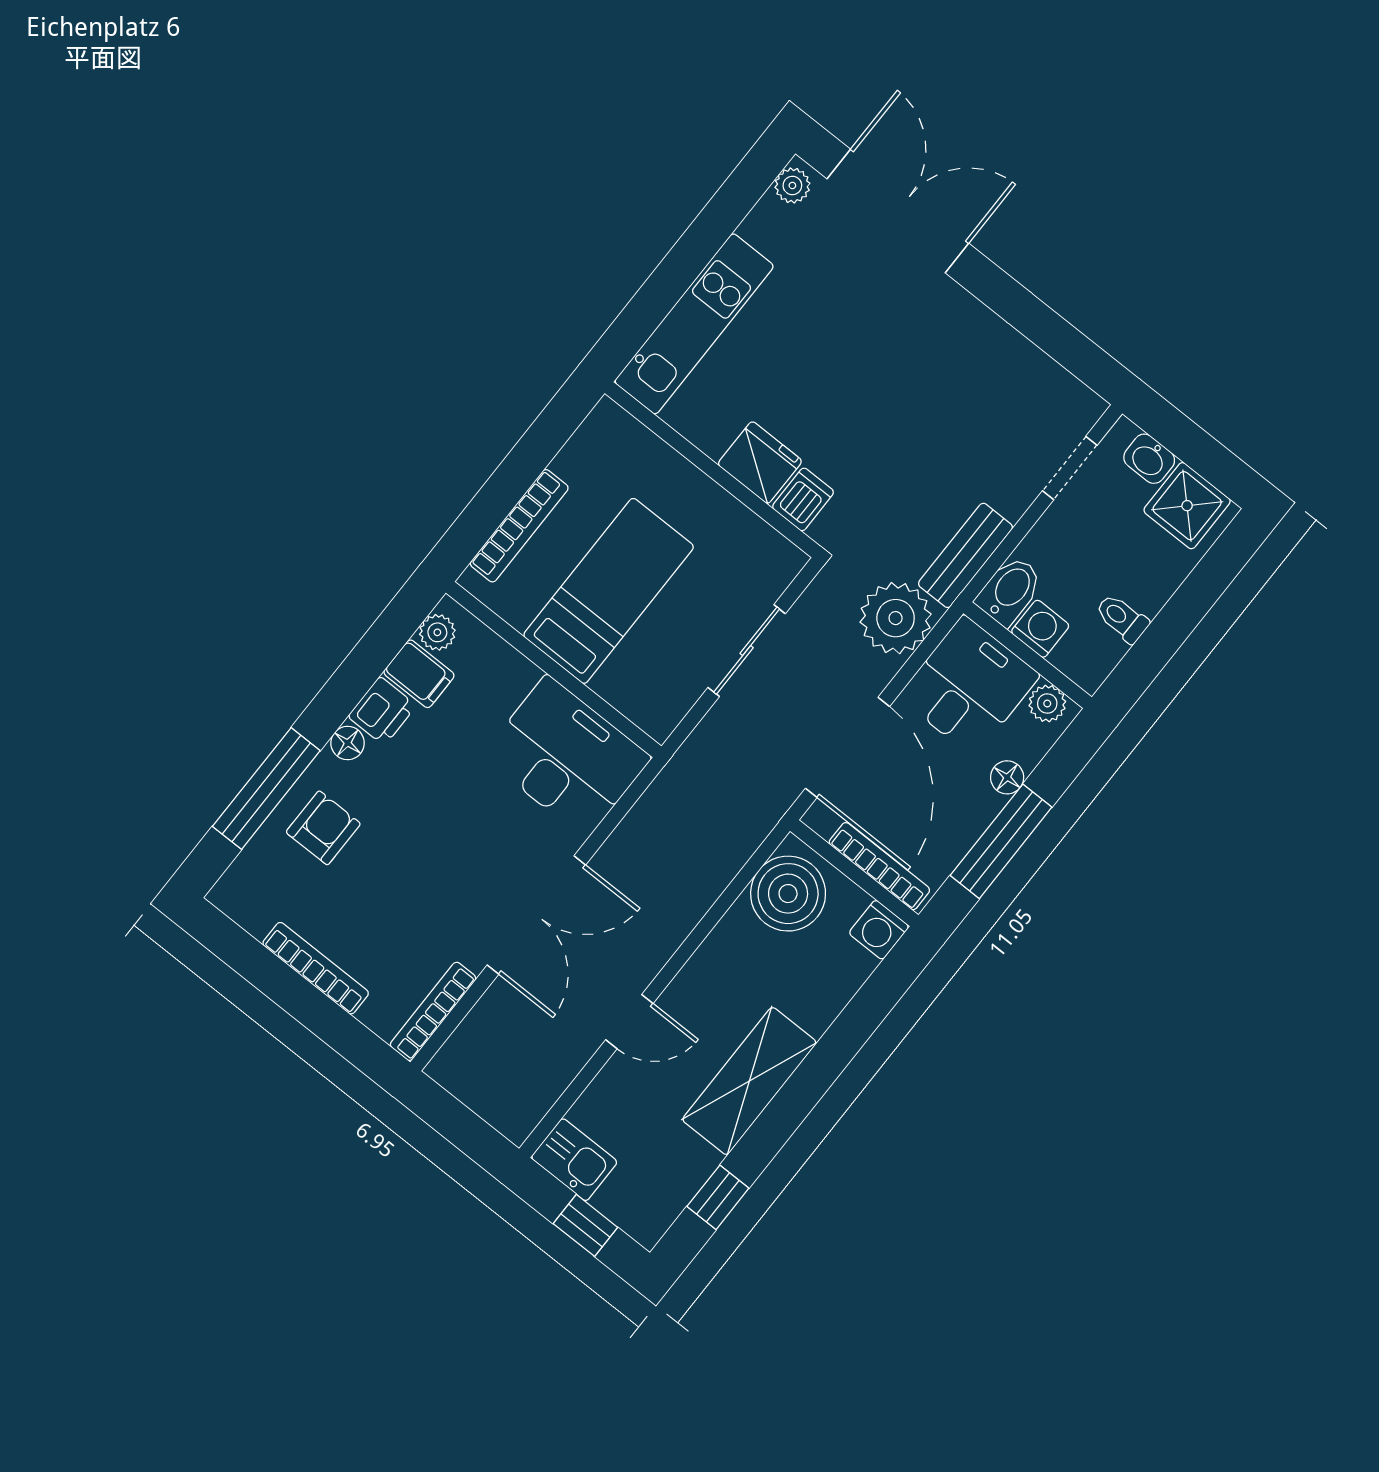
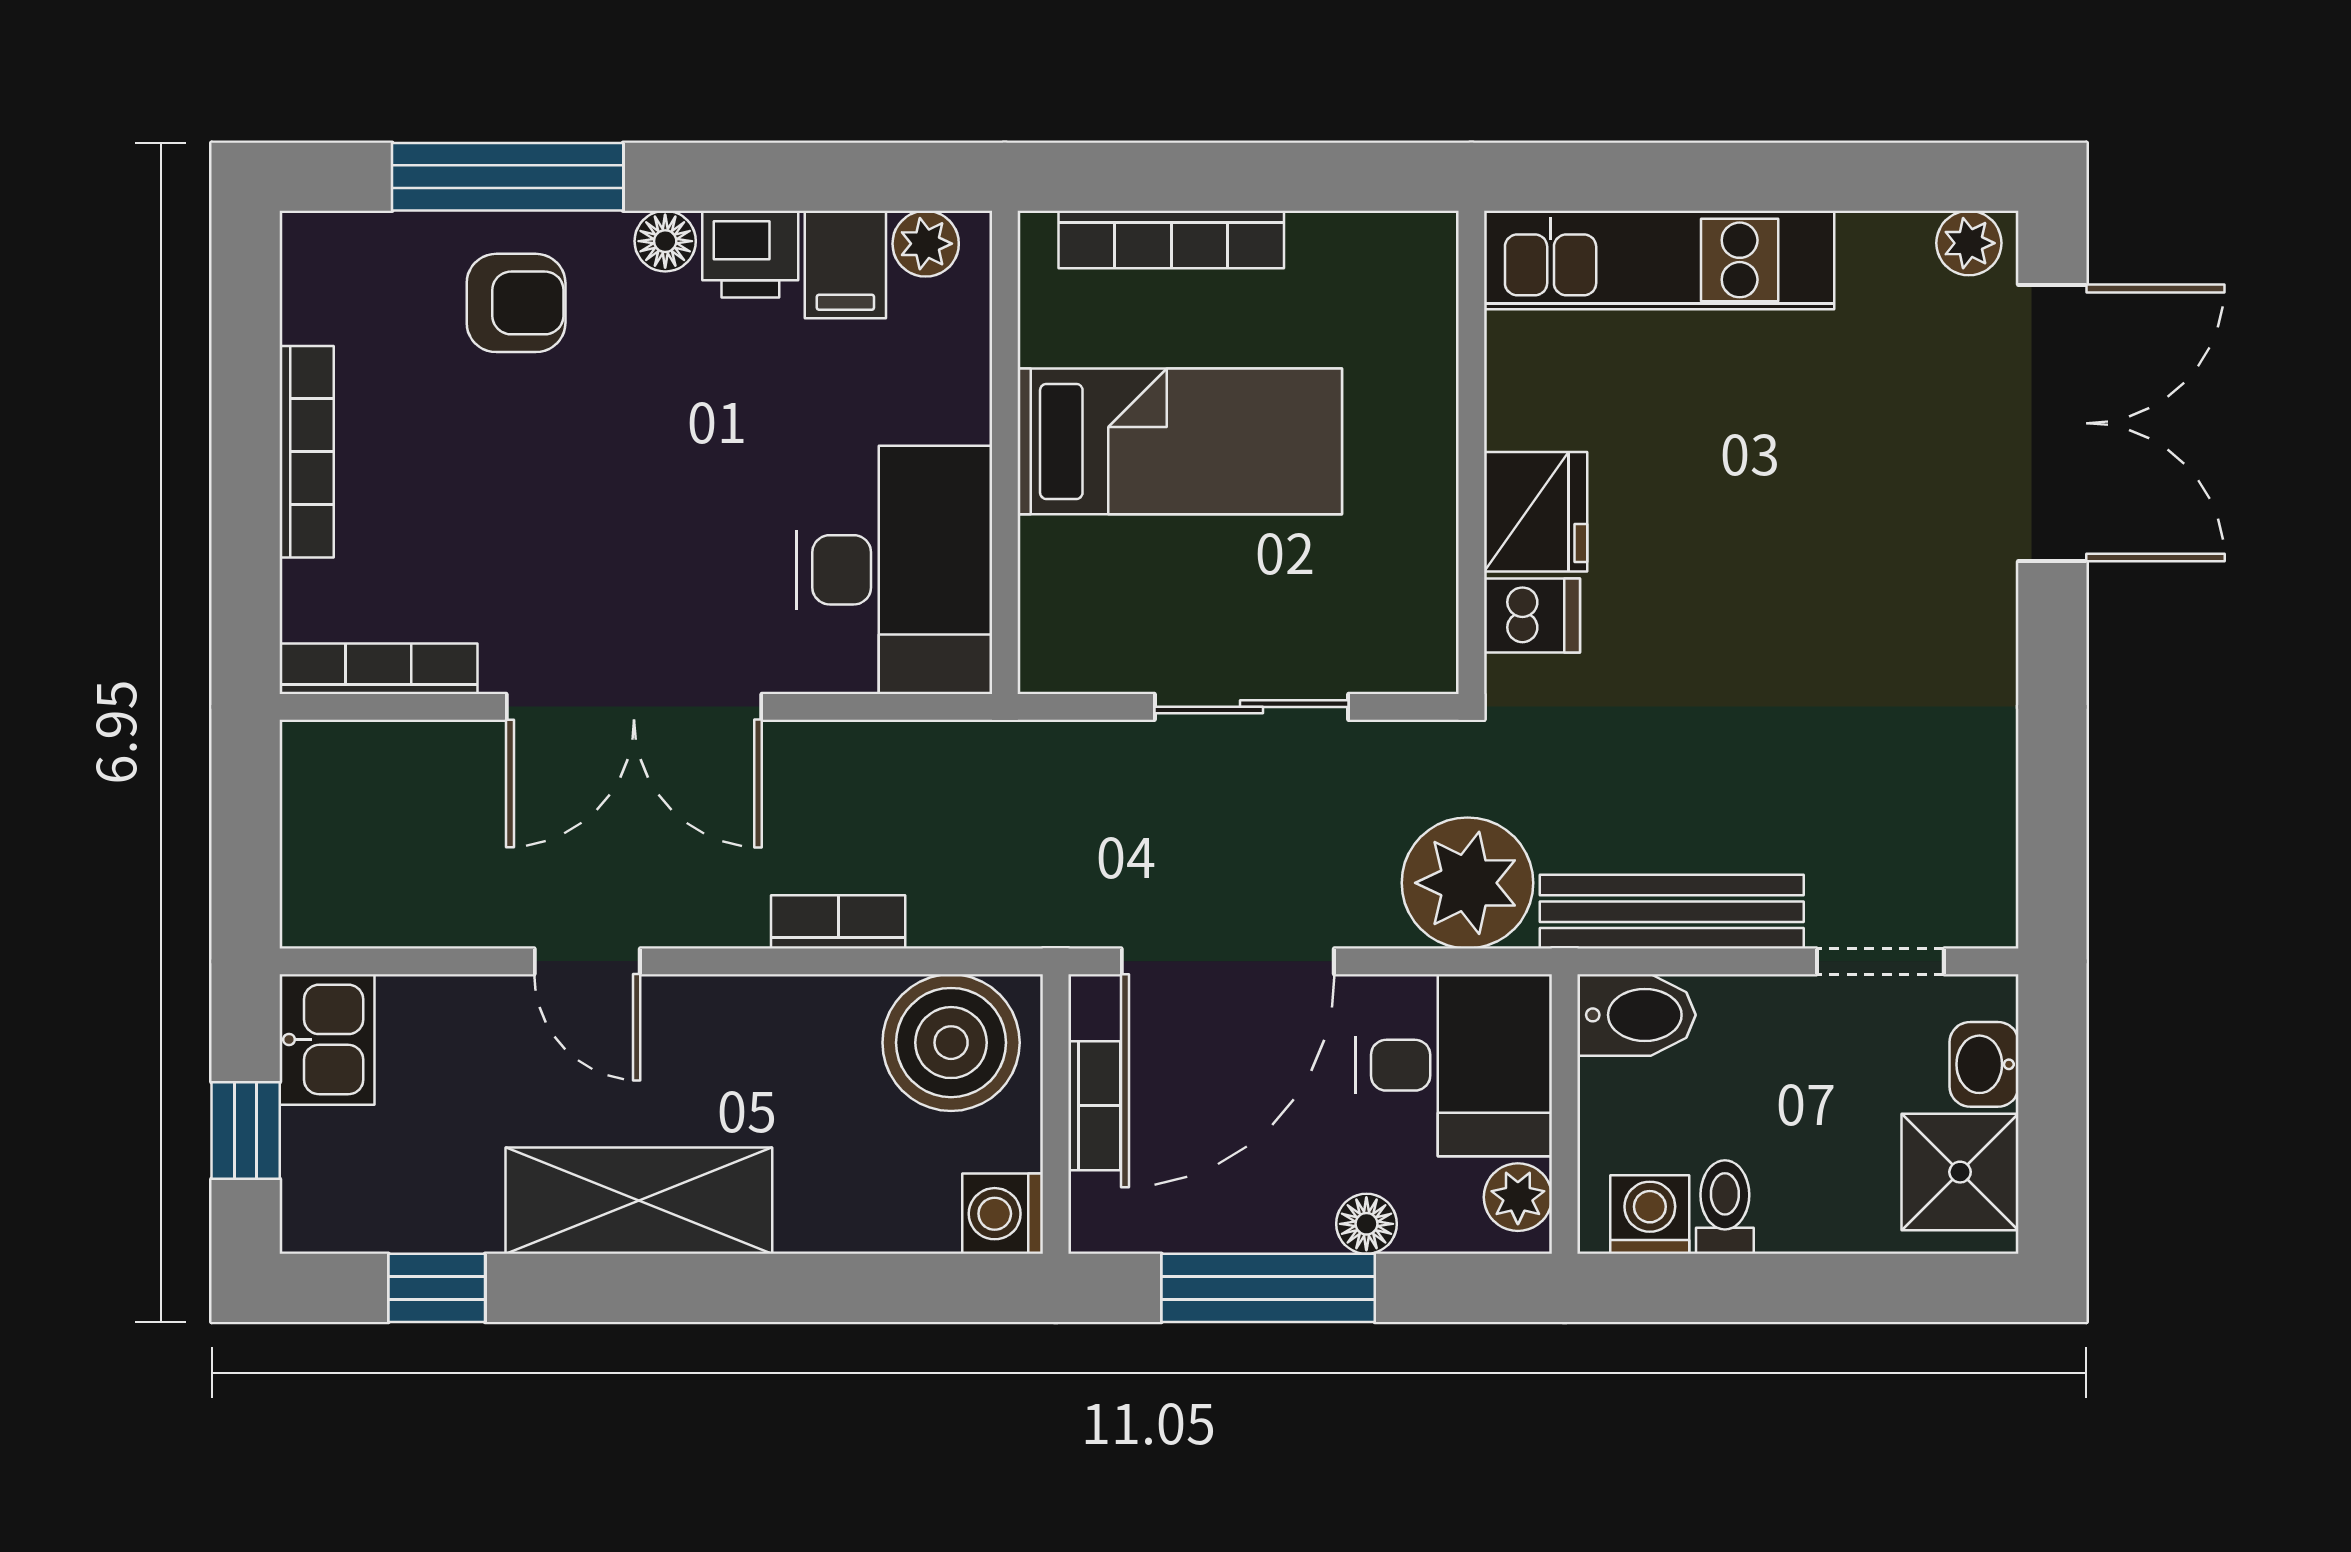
bench: (965, 555) -> (1672, 912), width x1.36
washing machine: (1040, 629) -> (1650, 1215), moved, turned -90
bookcase: (879, 866) -> (1094, 1106), width x0.64
bookcase: (698, 901) -> (838, 922), added

